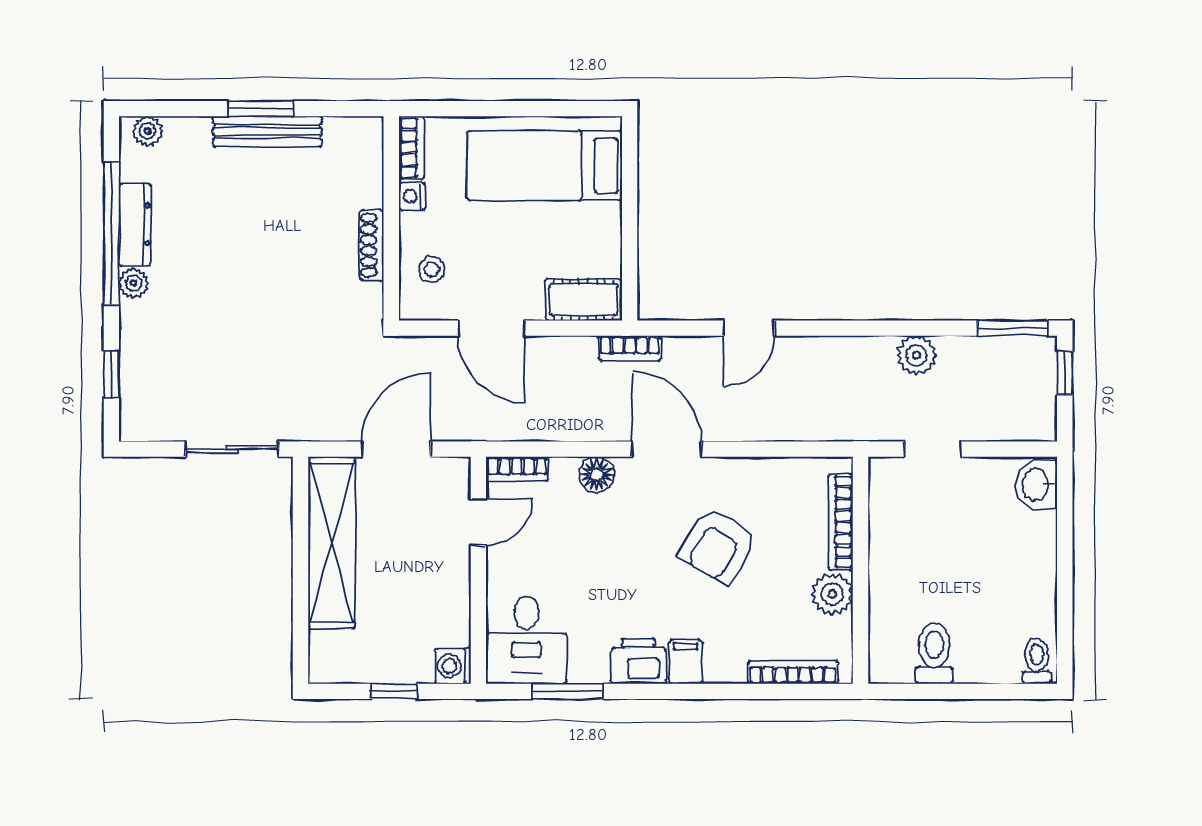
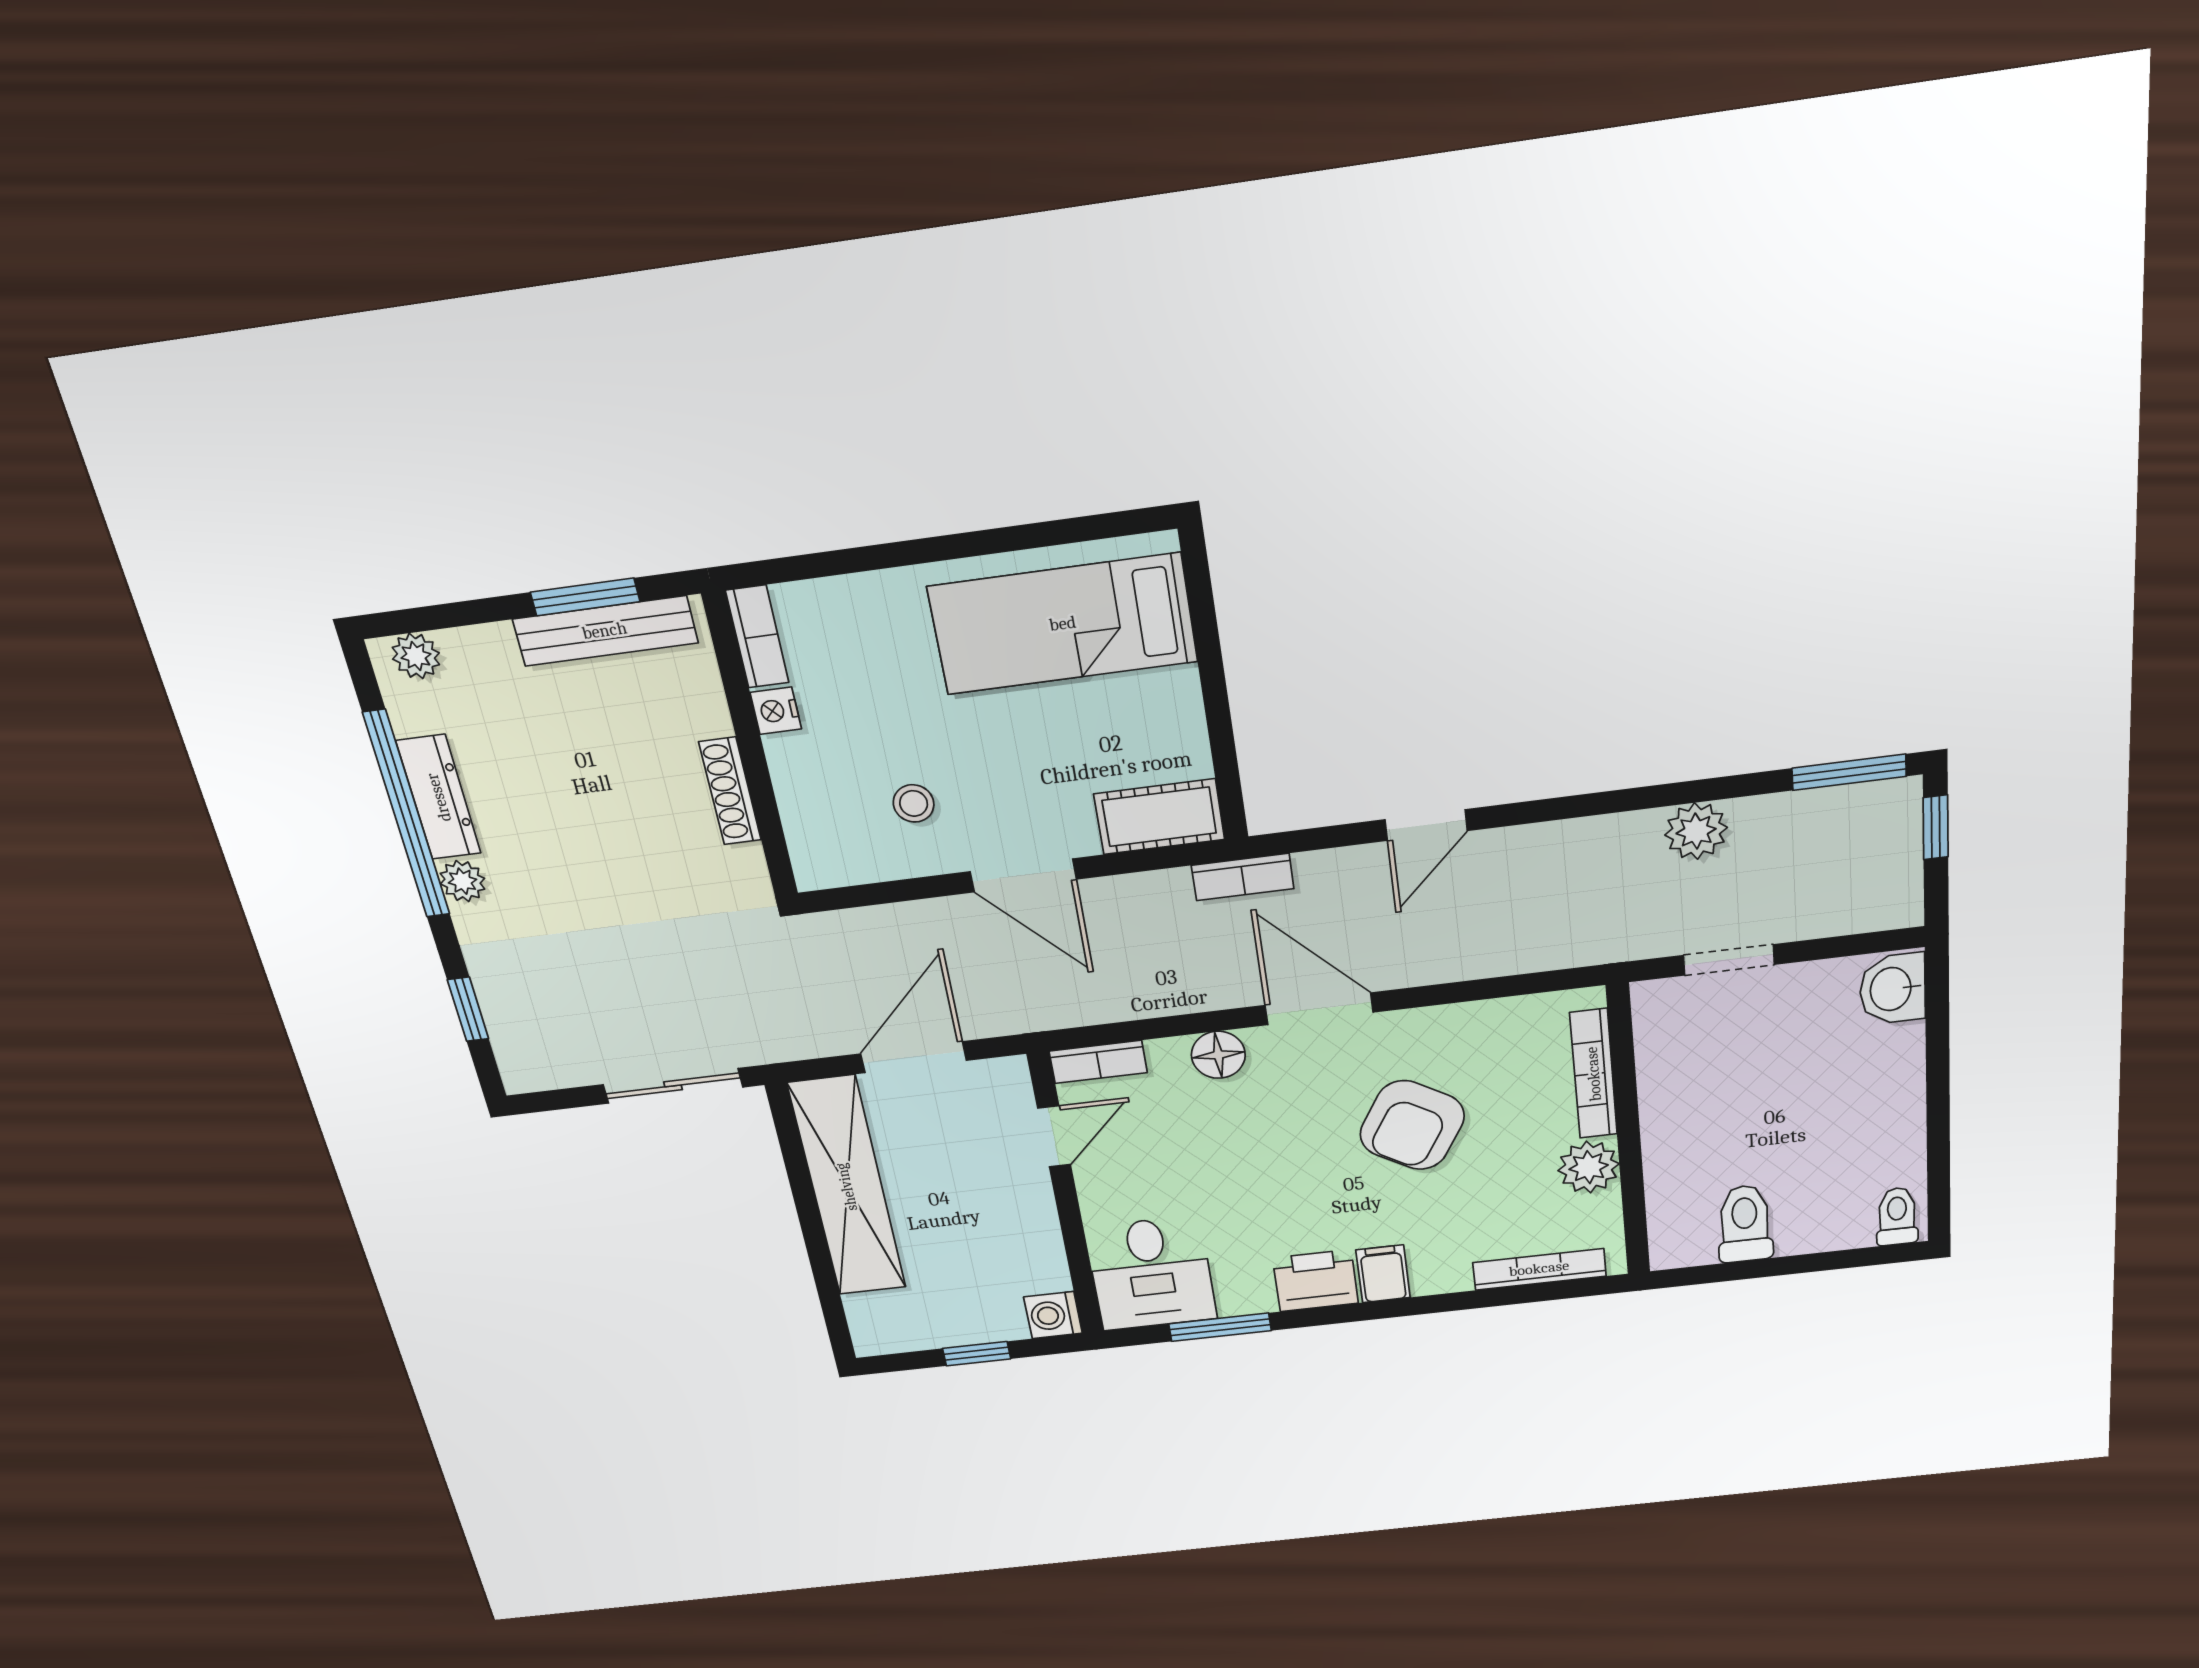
bookcase: (412, 148) -> (757, 637), moved
nightstand: (412, 197) -> (776, 711), moved
wall: (391, 218) -> (751, 748), moved
shoe rack: (372, 245) -> (730, 791), moved

